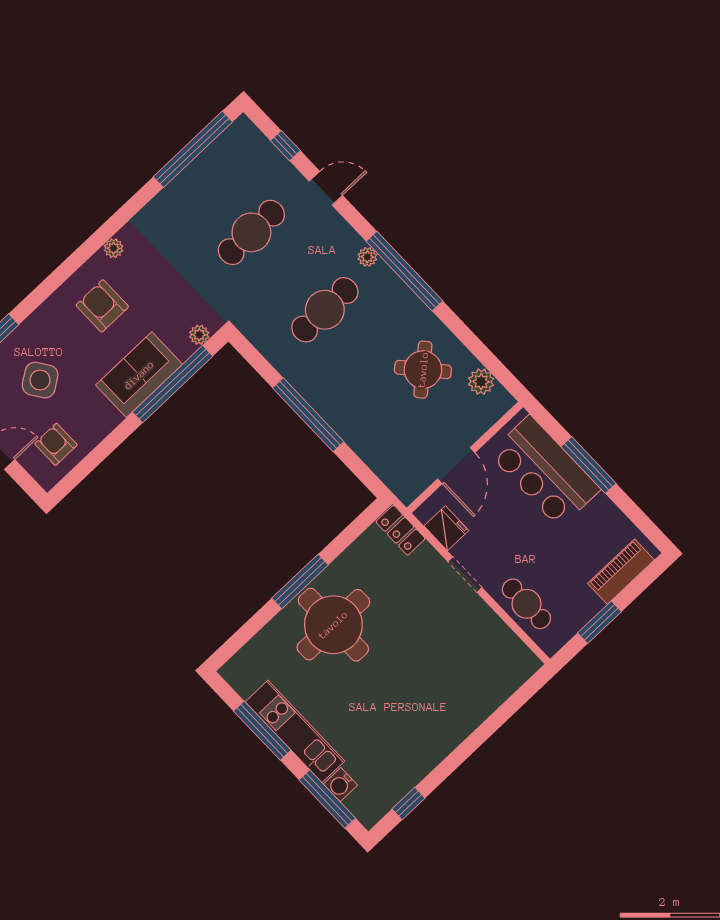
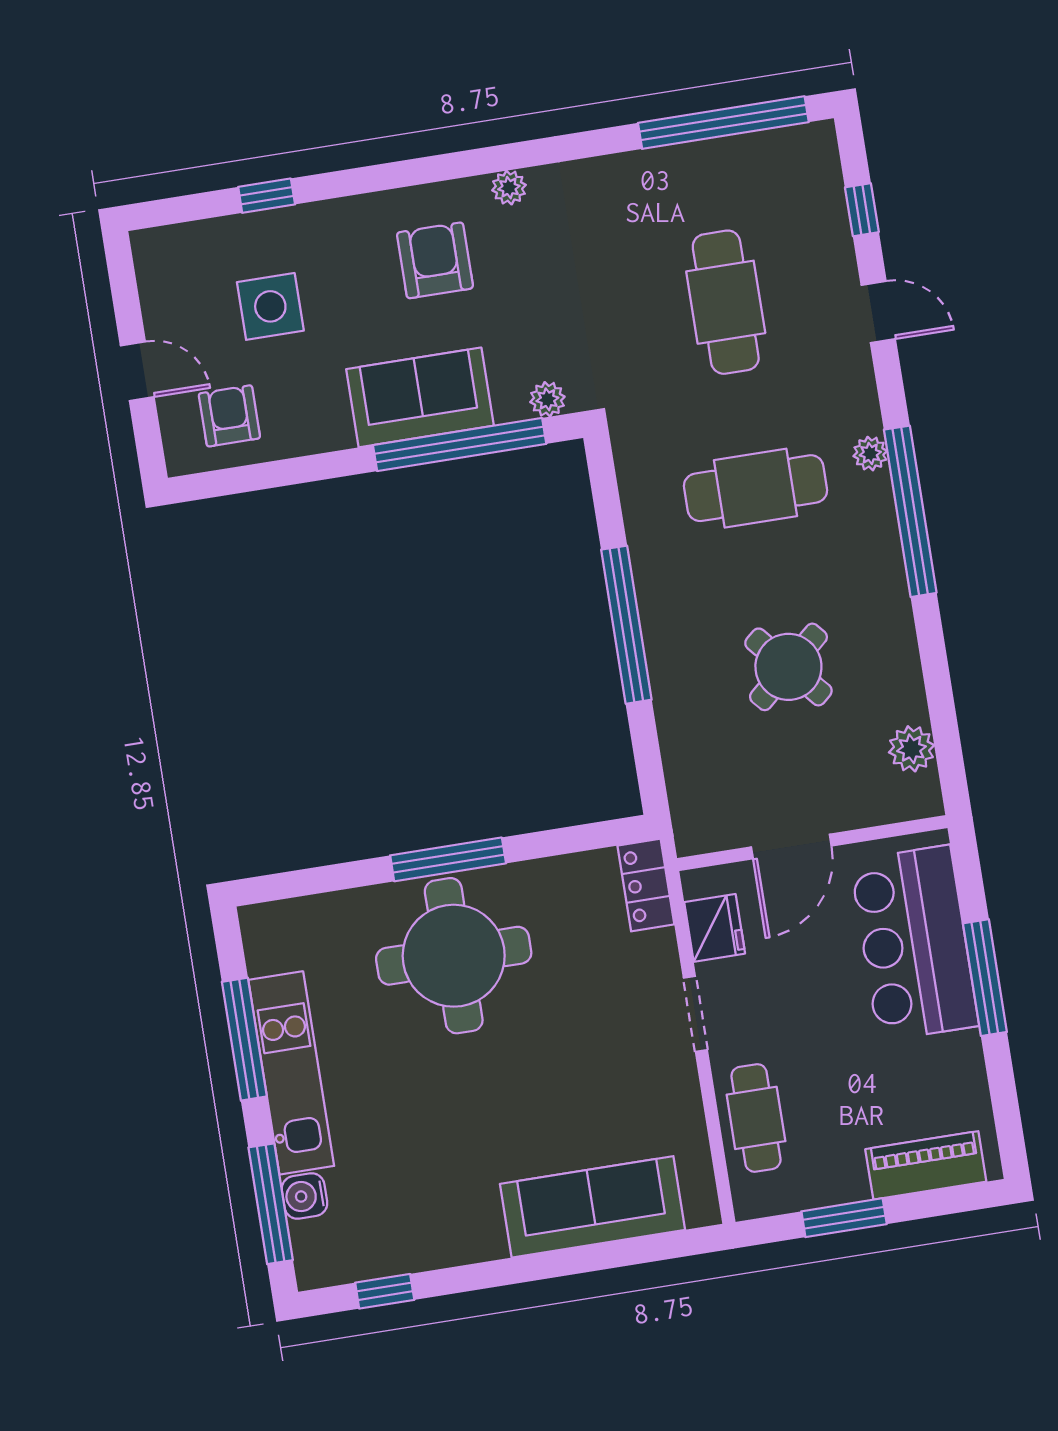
cafe table: (251, 232) -> (726, 302), turned 90
round table: (423, 370) -> (788, 667), moved
side table: (40, 380) -> (270, 306), turned 34
sofa: (479, 698) -> (593, 1207), added

